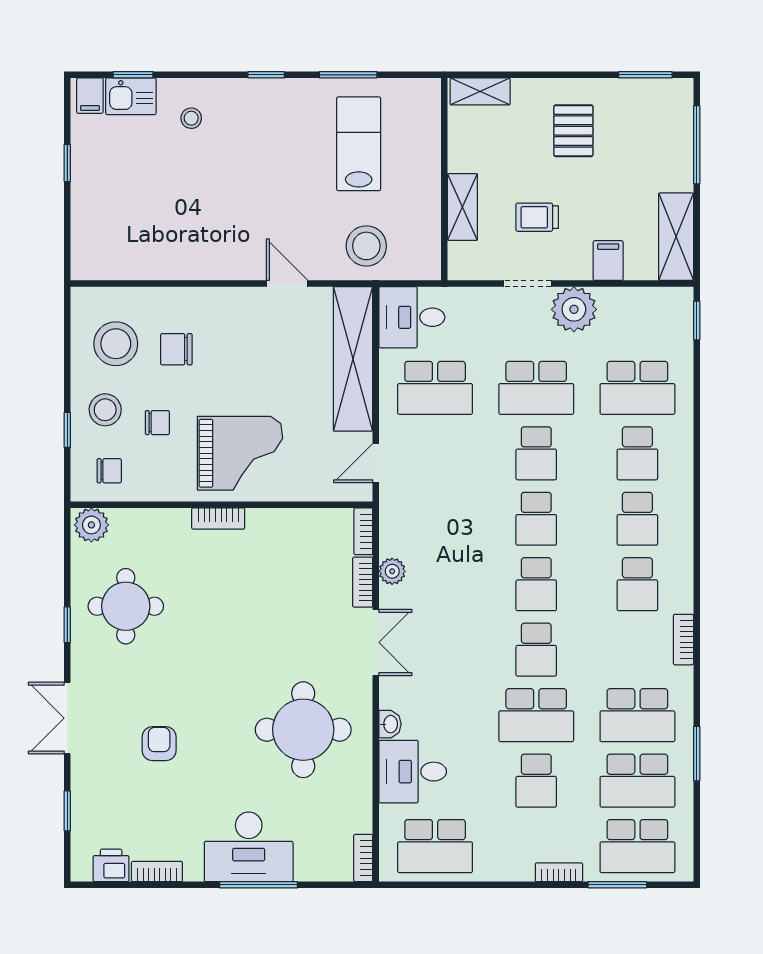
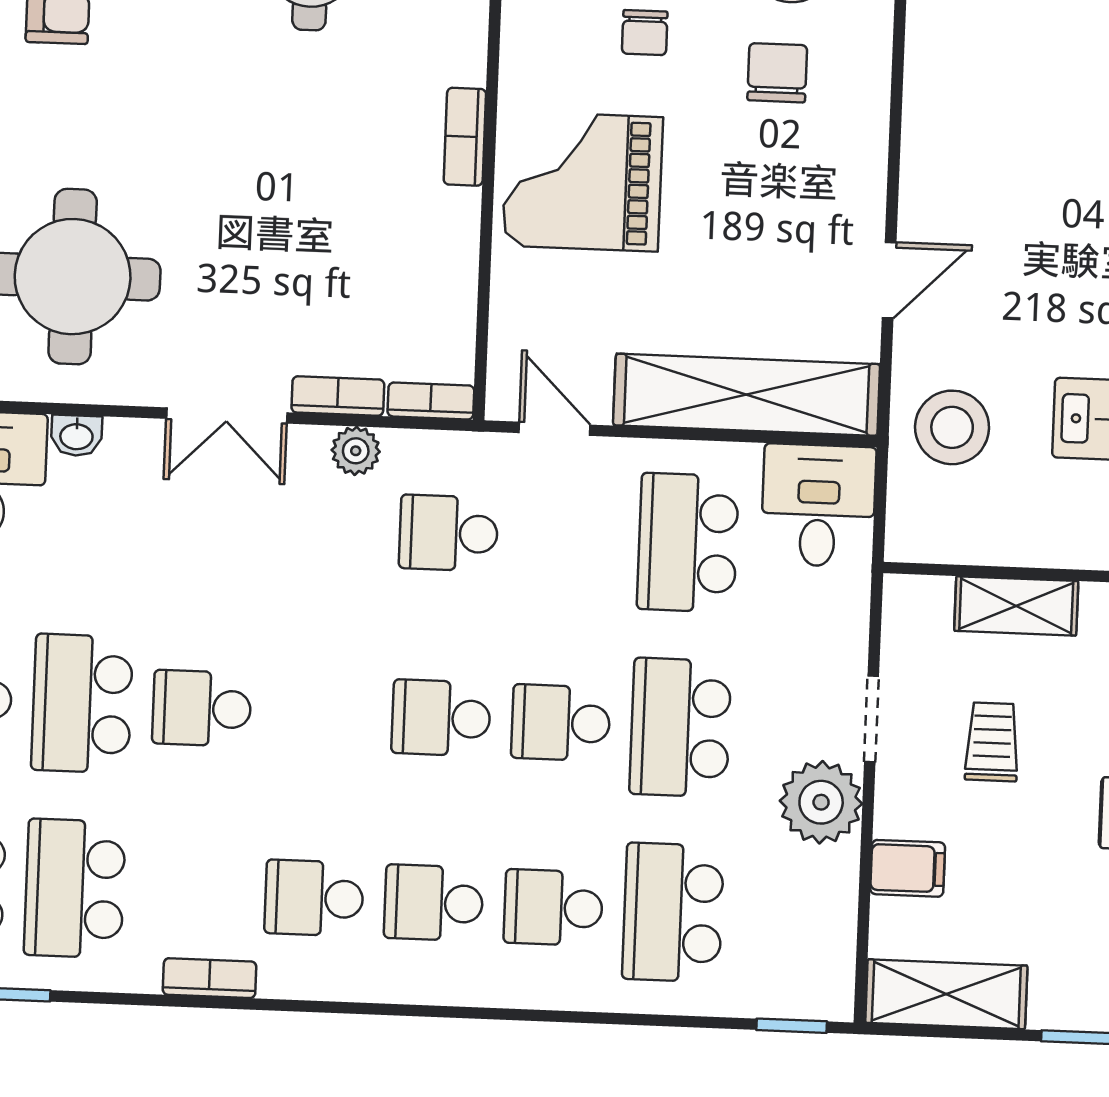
grand piano: (240, 453) -> (583, 181), turned 90
school desk: (536, 584) -> (448, 533), moved

